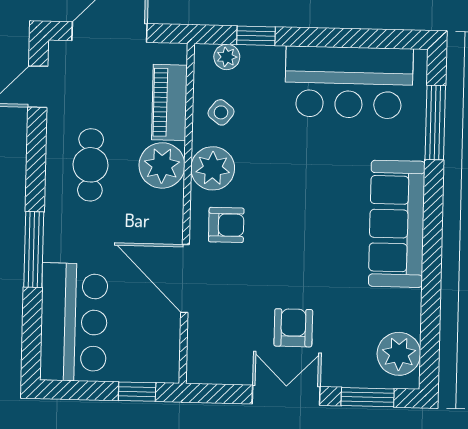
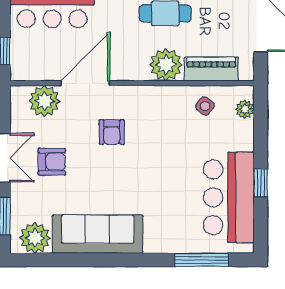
window: (256, 36) -> (261, 183), moved
plant: (213, 168) -> (44, 101), moved
sofa: (397, 224) -> (98, 234), moved
armchair: (226, 225) -> (112, 132), moved

